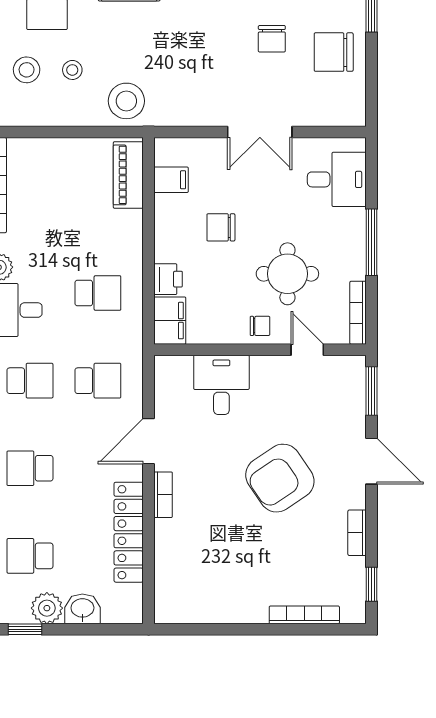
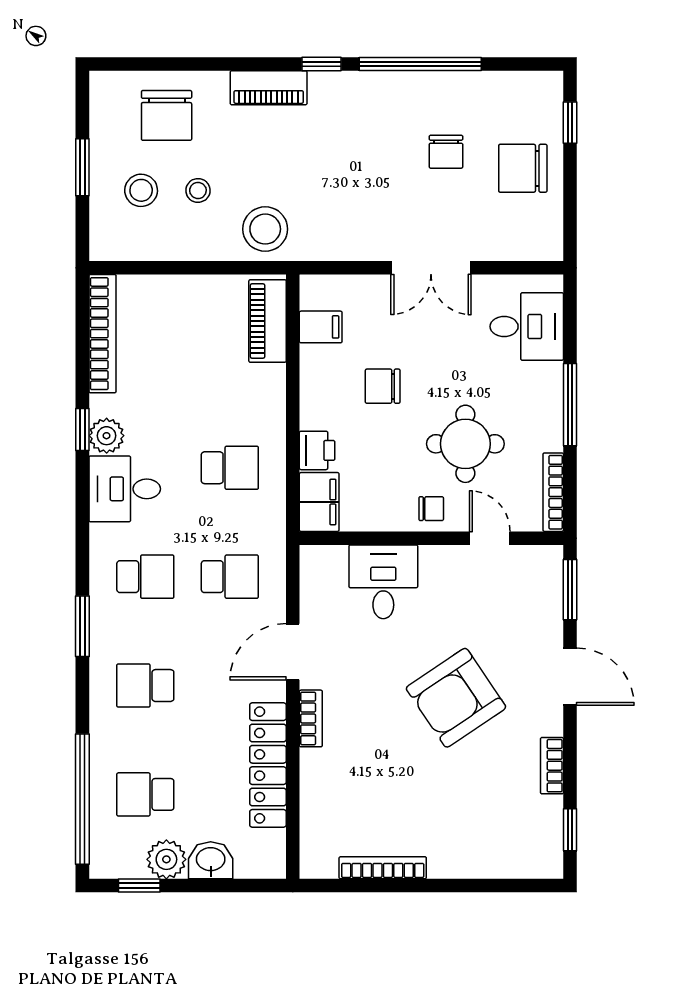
bookcase: (304, 615) -> (383, 868), moved

